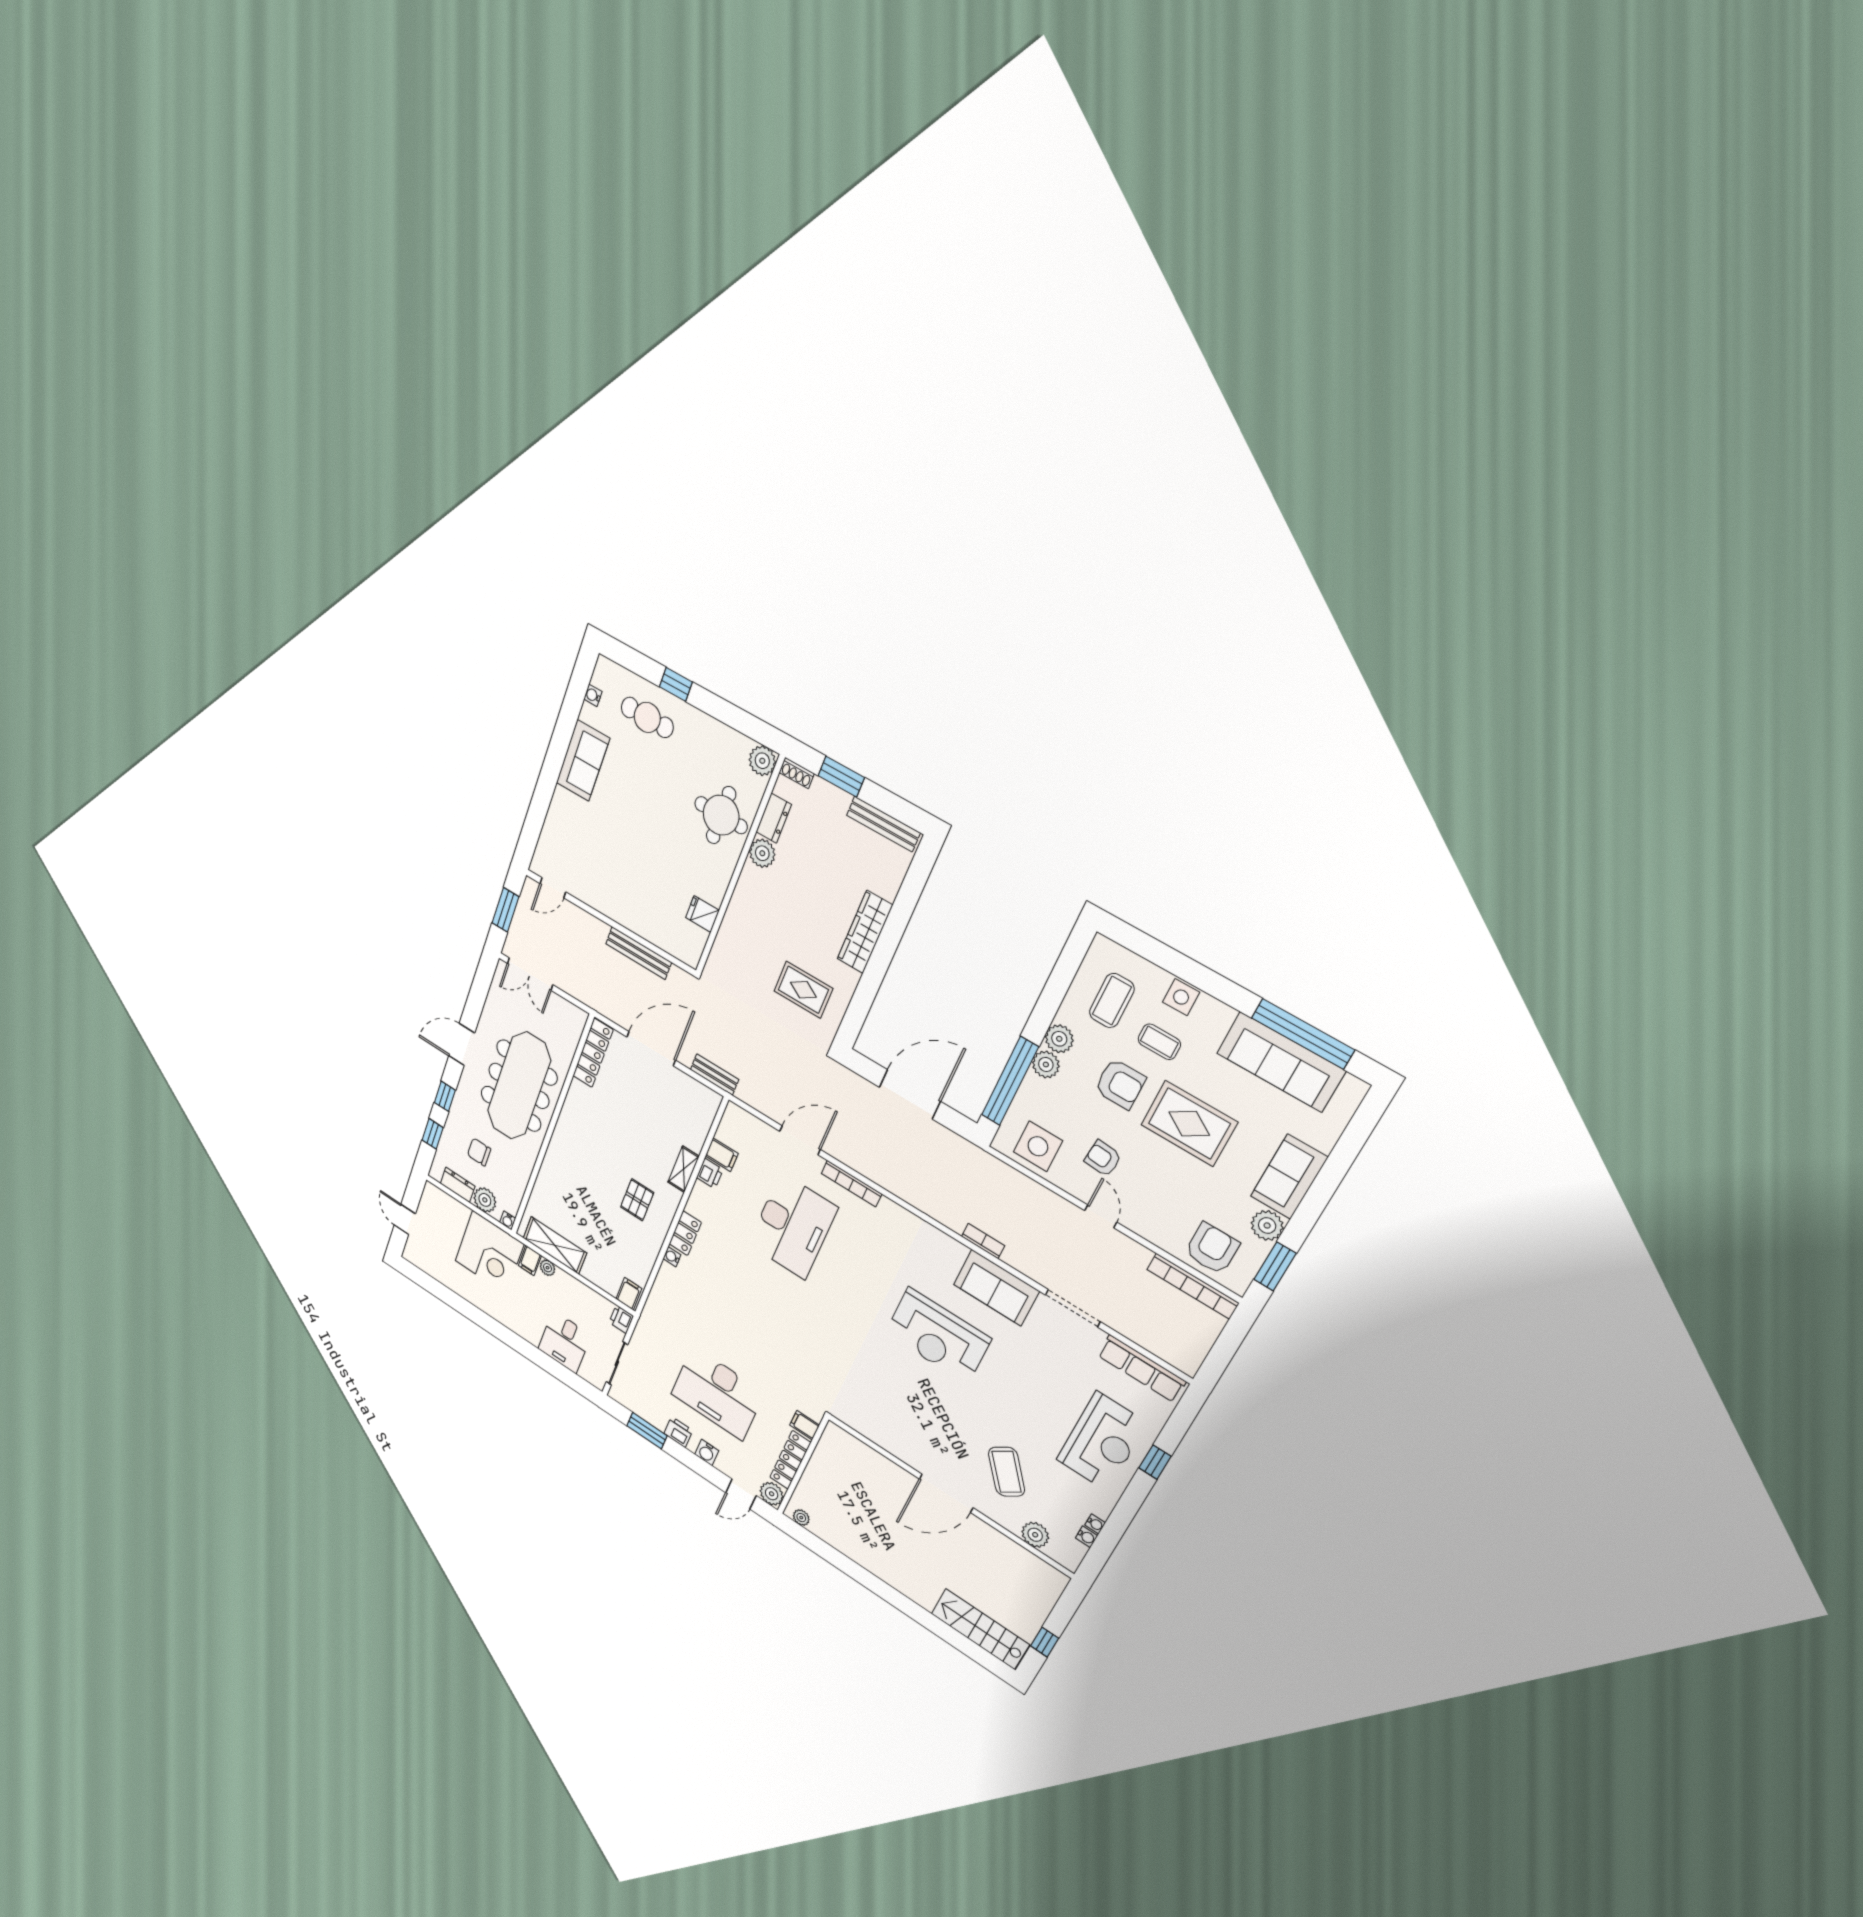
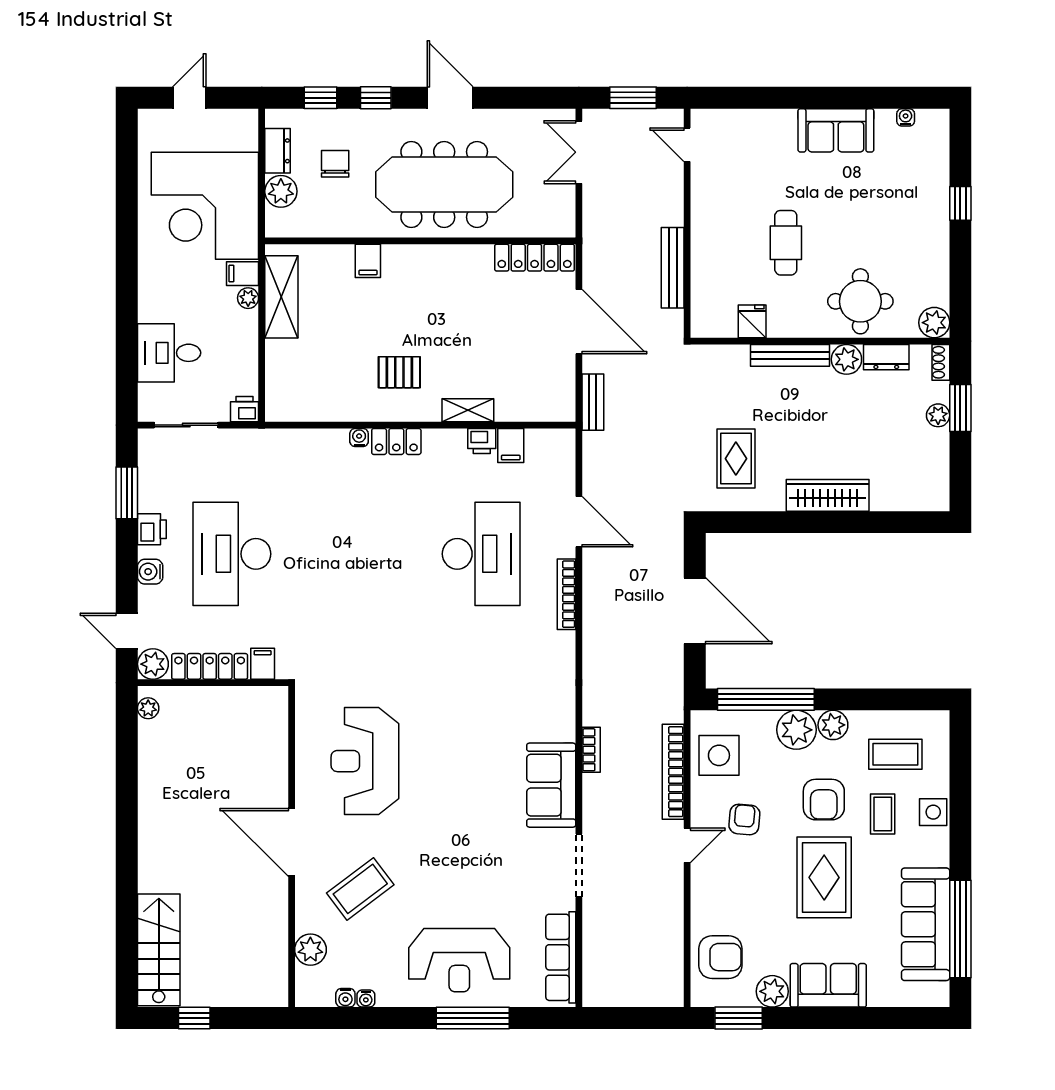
cafe table: (647, 717) -> (786, 243), moved
plant: (839, 800) -> (938, 415), added
bench: (883, 824) -> (790, 355), moved, turned 90
plant: (1046, 1064) -> (796, 730), width x1.36, depth x1.36
water cooler: (508, 1220) -> (274, 229), removed
desk: (793, 1226) -> (481, 554), turned -90
corner desk: (489, 1252) -> (205, 206), width x1.36, depth x1.36
bookcase: (1193, 1286) -> (673, 772), moved
filing cabinet: (629, 1294) -> (368, 261), moved, turned 90
reception desk: (938, 1336) -> (365, 761), moved
window: (1155, 1462) -> (473, 1018), width x2.17

